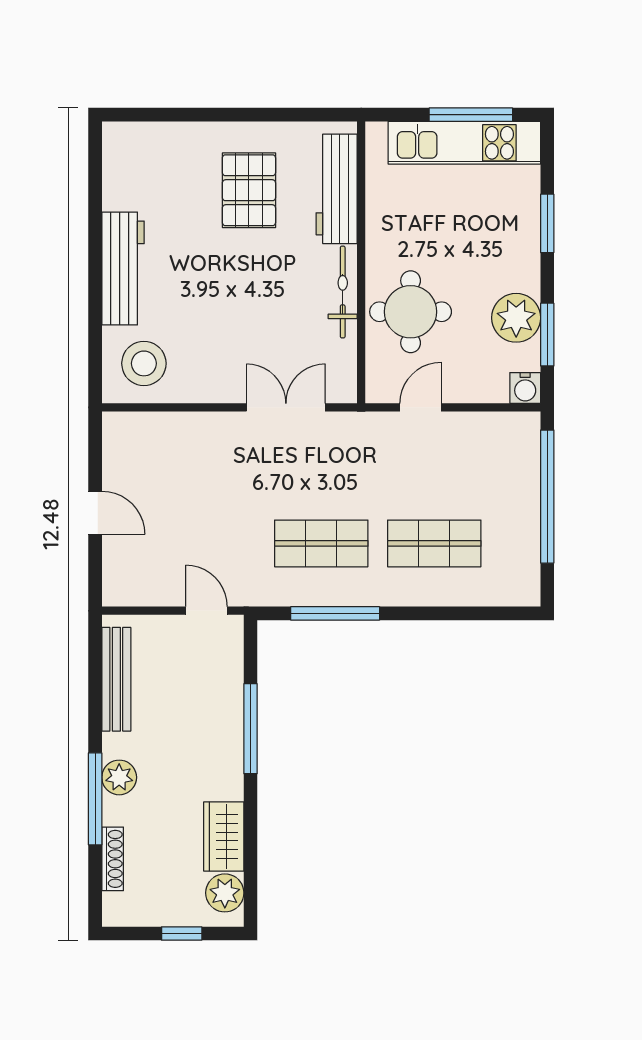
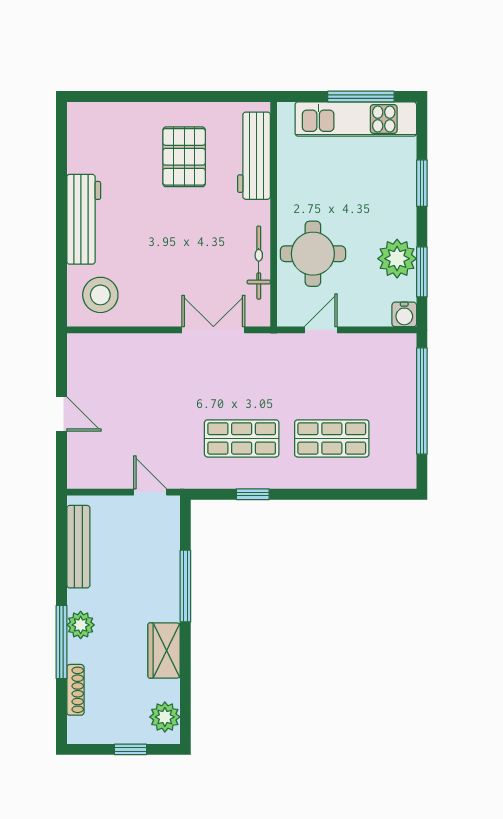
bicycle: (343, 292) -> (259, 263), moved
window: (335, 613) -> (253, 494), width x0.46
wardrobe: (224, 837) -> (164, 651), moved

